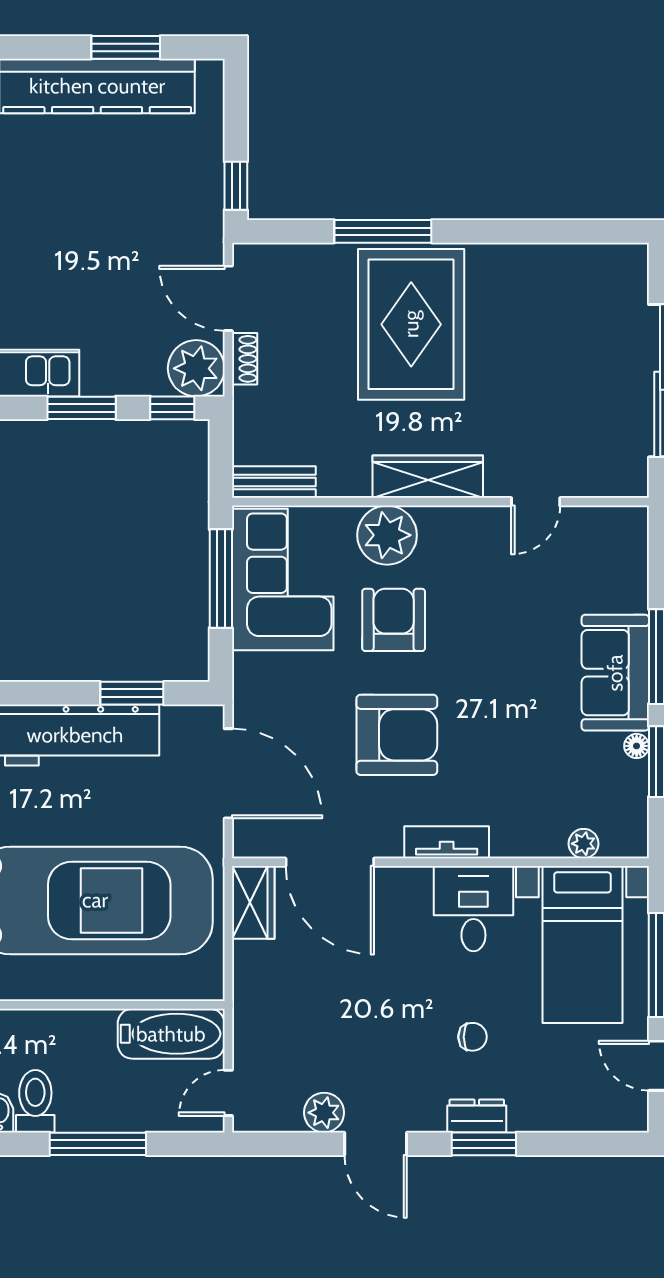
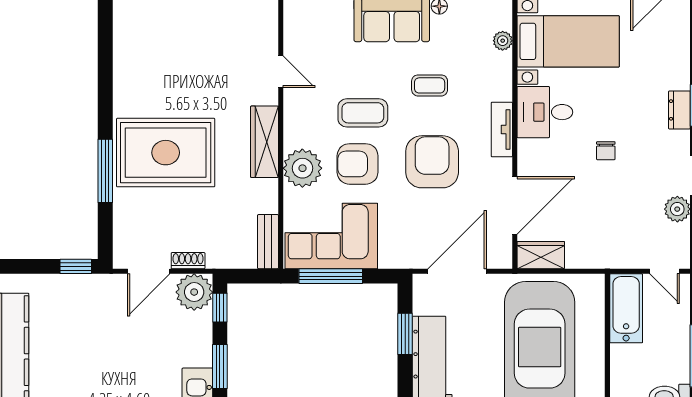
coffee table: (472, 628) -> (363, 113), added
coffee table: (515, 731) -> (430, 85), added
chair: (473, 1037) -> (606, 151), moved, turned 180

